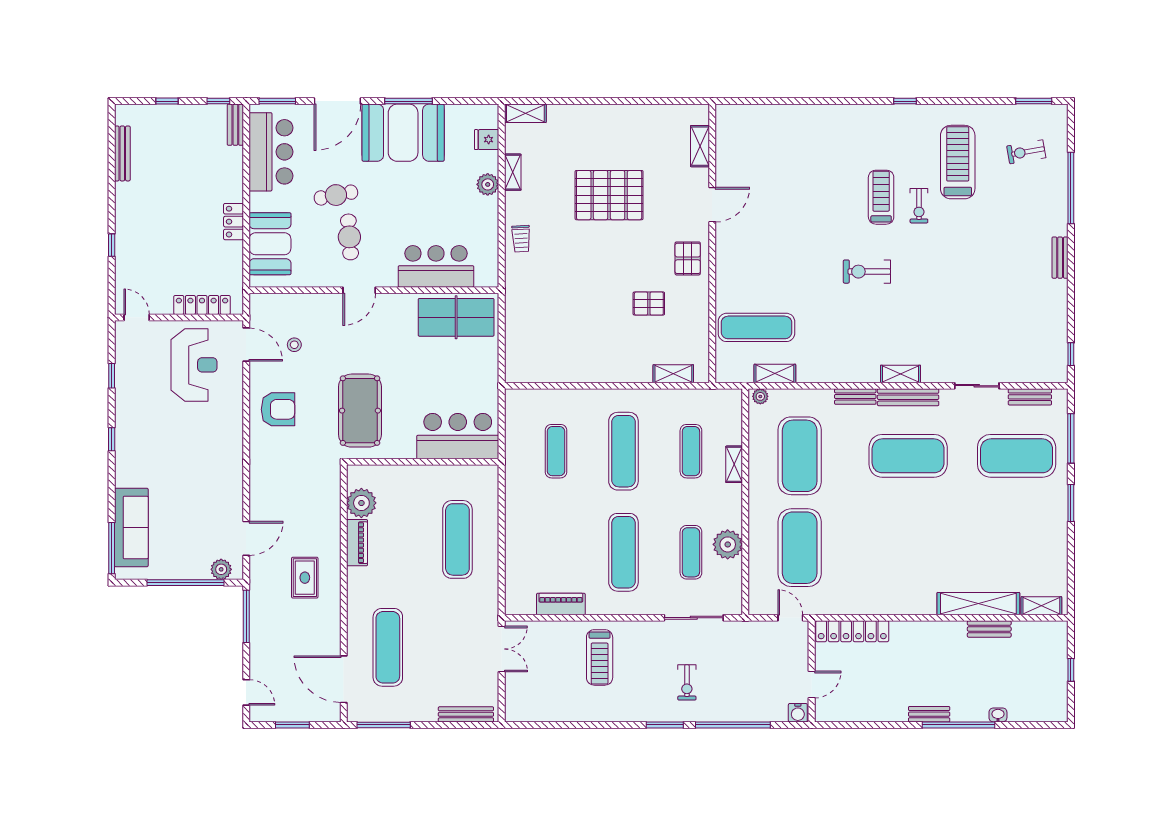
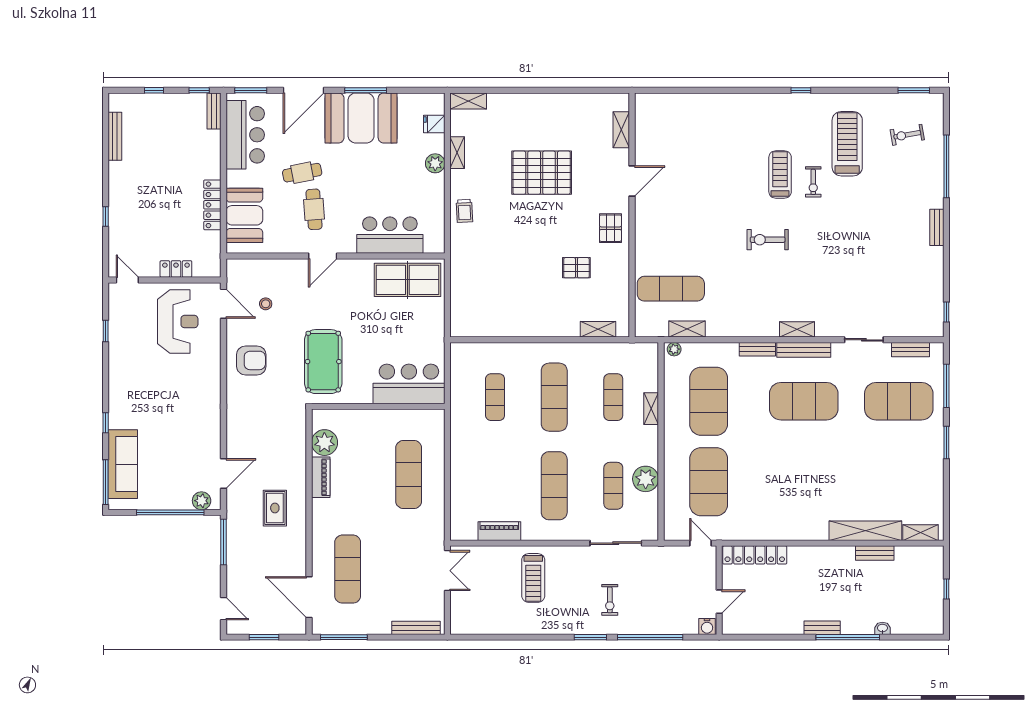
locker: (234, 222) -> (212, 205), width x1.53
locker: (202, 305) -> (176, 269), width x0.66
window: (112, 439) -> (106, 423), moved

